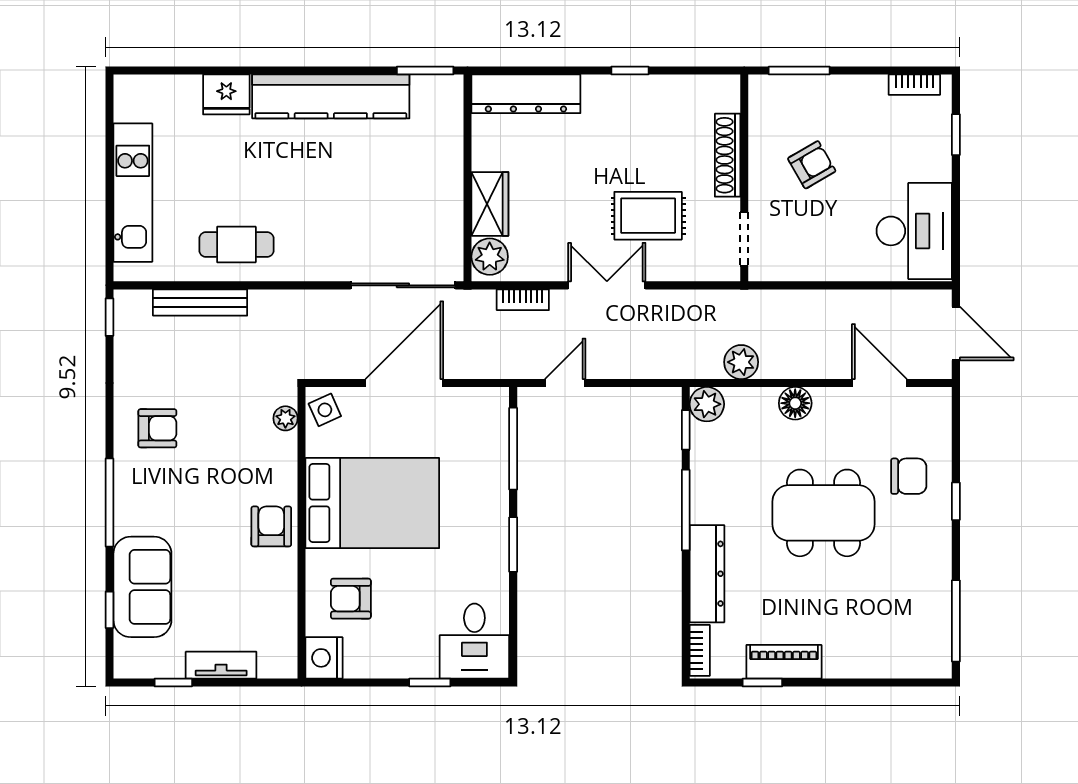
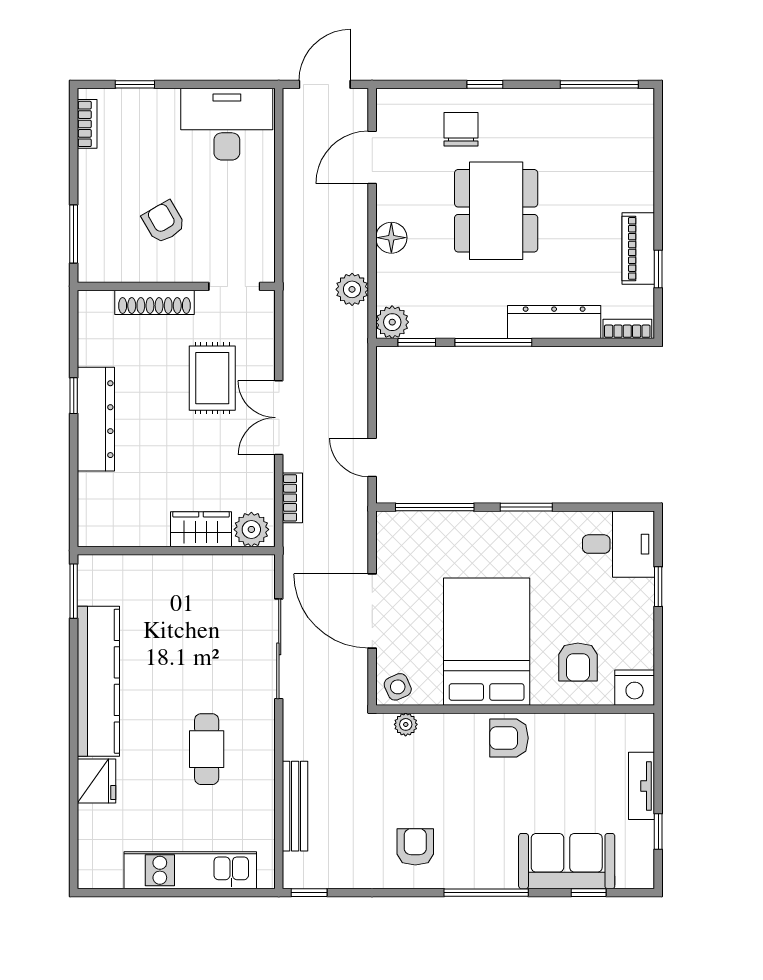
dresser: (526, 94) -> (96, 419), moved
cafe table: (236, 245) -> (207, 749), moved
sliding door: (403, 285) -> (279, 649), moved

